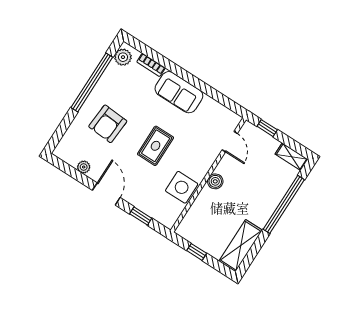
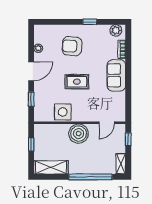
window: (92, 82) -> (90, 22), width x0.32
boiler: (215, 181) -> (79, 134), width x1.86, depth x1.86

